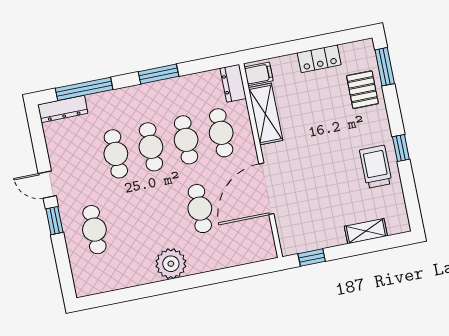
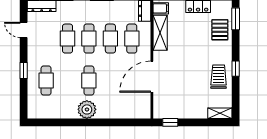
door: (47, 185) -> (24, 30), moved
cafe table: (200, 209) -> (89, 80), moved
shelving: (366, 231) -> (220, 113), moved

